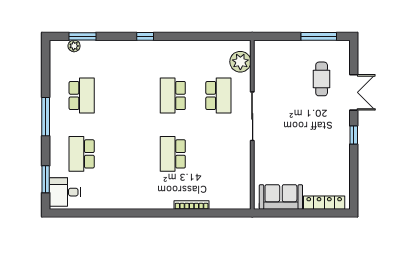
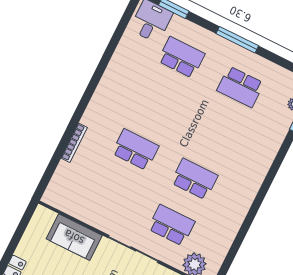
window: (145, 36) -> (268, 181), removed
school desk: (218, 96) -> (171, 225), turned 180
sofa: (281, 197) -> (74, 237), moved, turned 90

